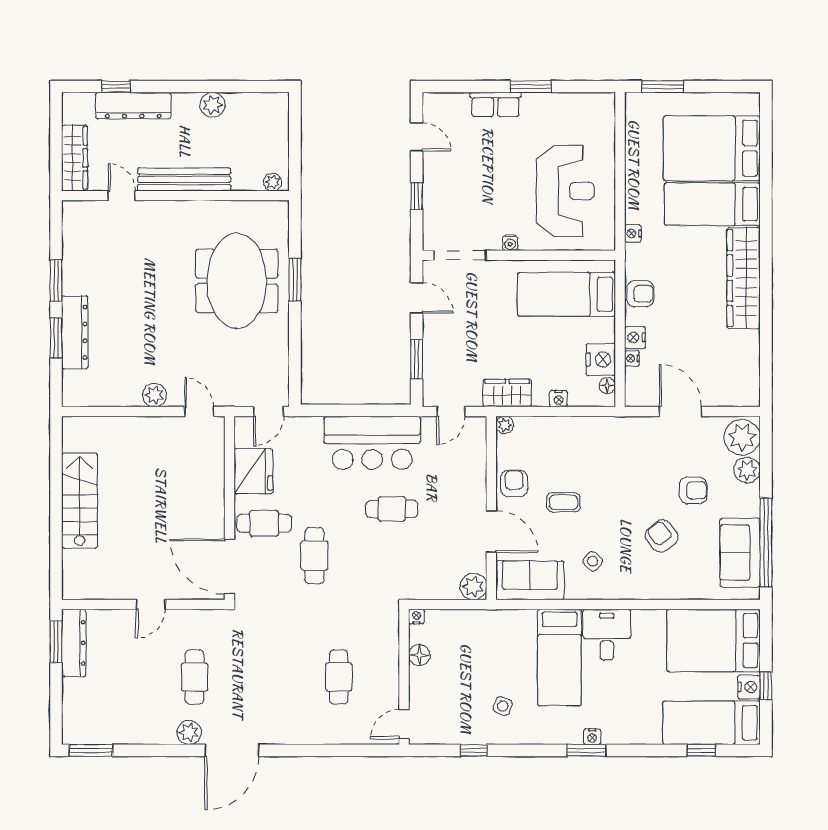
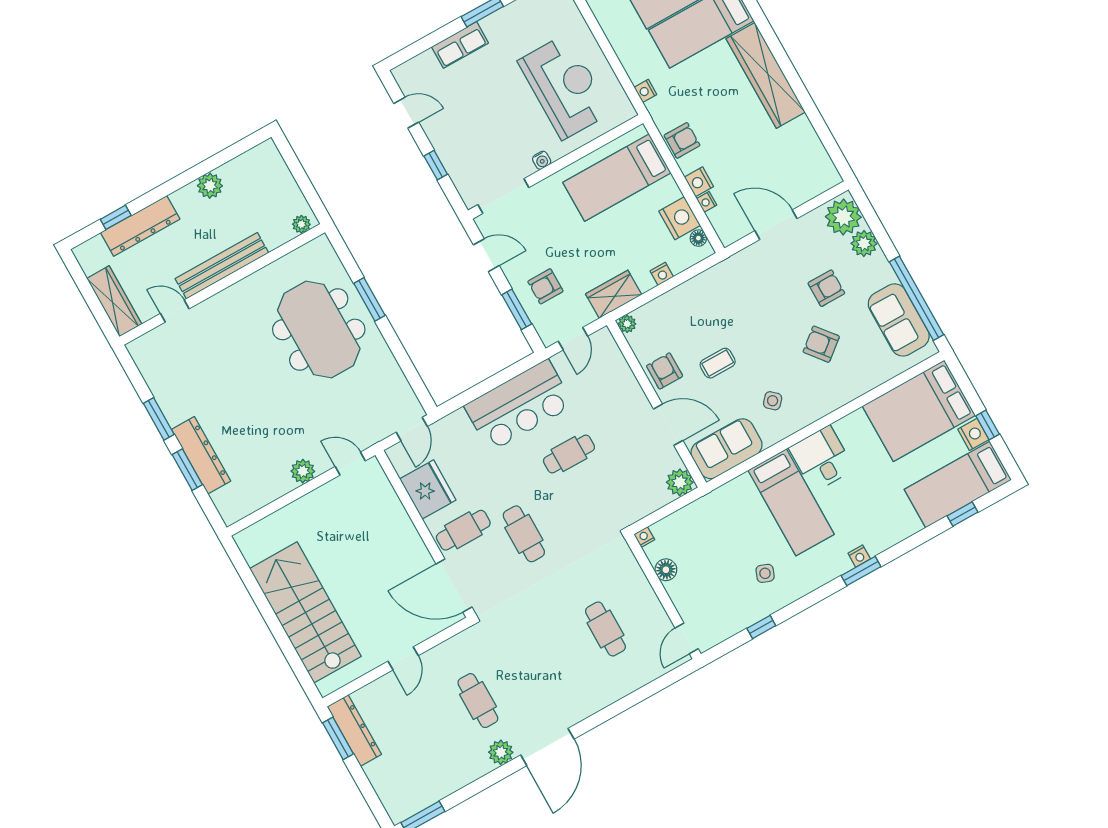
armchair: (452, 353) -> (545, 286), added
stairs: (80, 501) -> (305, 612), width x1.36, depth x1.51

